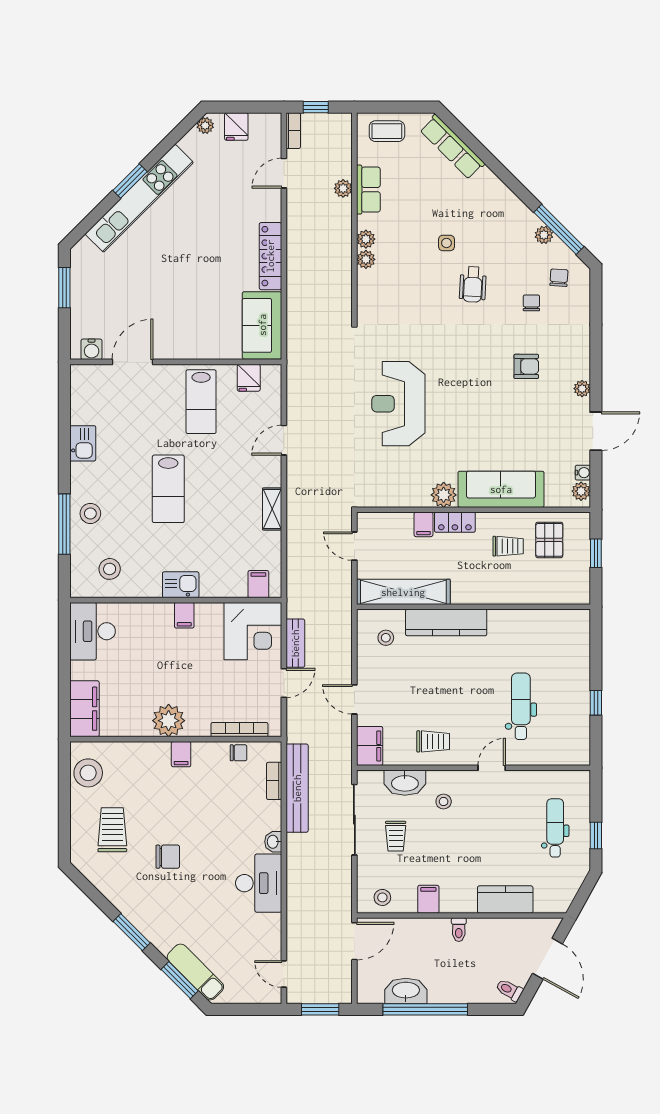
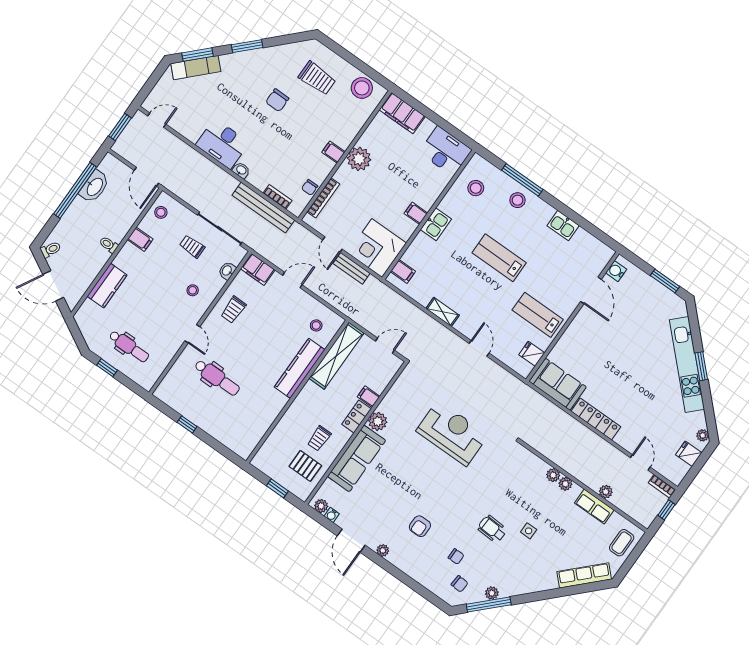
washbasin: (405, 783) -> (227, 271), width x0.52, depth x0.69

